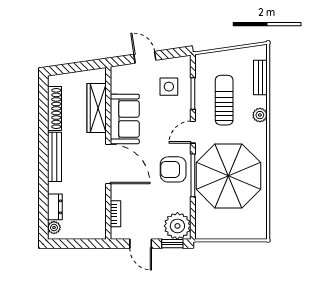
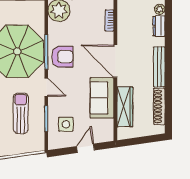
door: (145, 57) -> (85, 148), swing flipped
sun lounger: (224, 100) -> (21, 113), turned 180
door: (193, 132) -> (46, 87), hinge flipped

